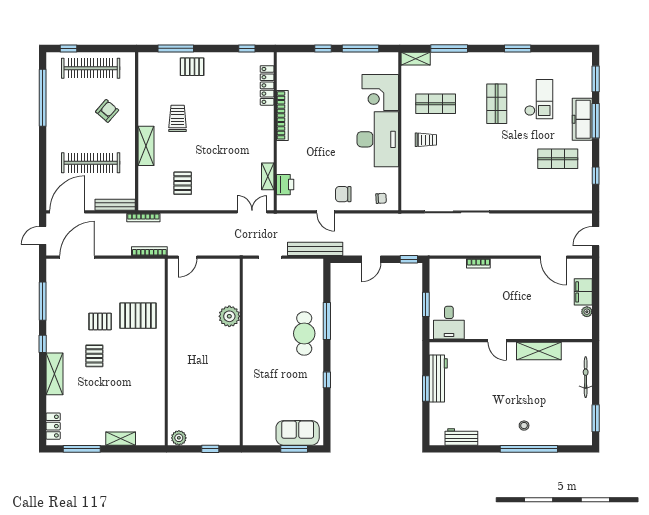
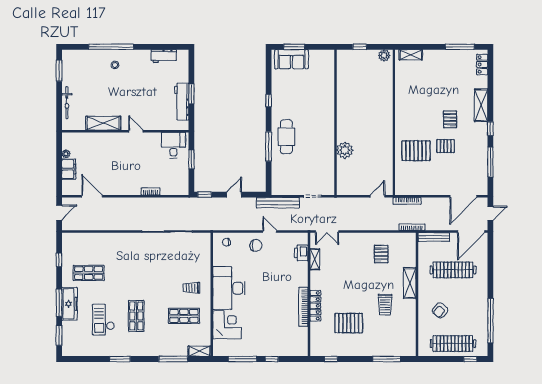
pallet: (192, 67) -> (349, 323), moved, width x1.50, depth x1.42
locker: (267, 85) -> (315, 306), moved
shelving: (121, 439) -> (411, 55), moved

